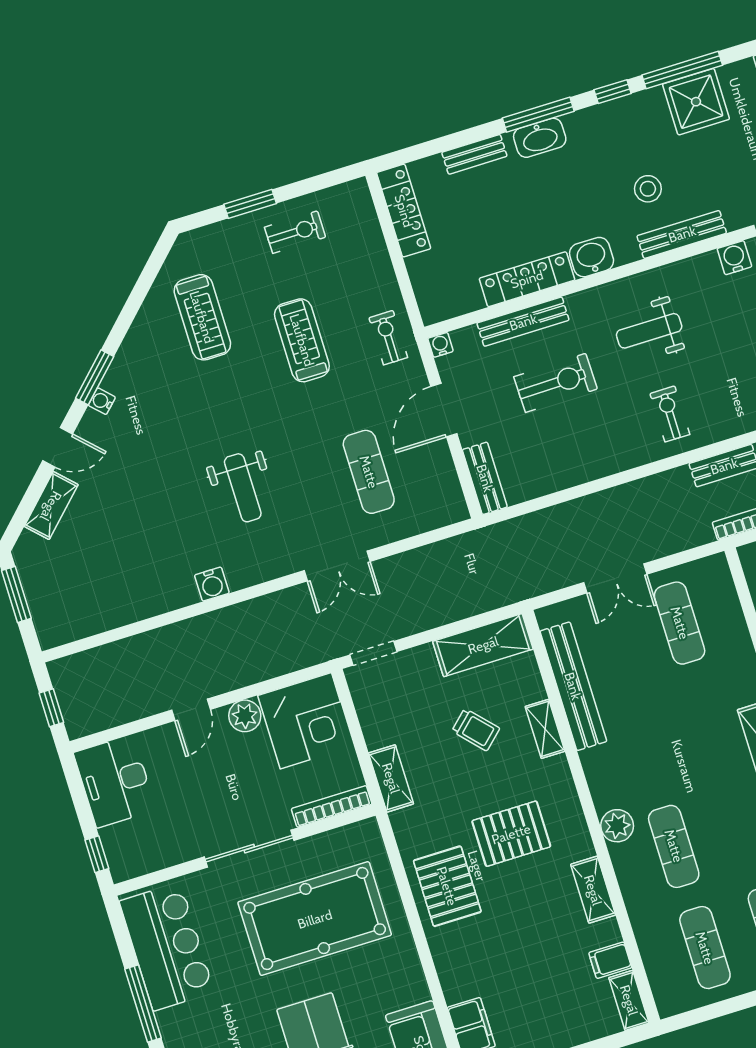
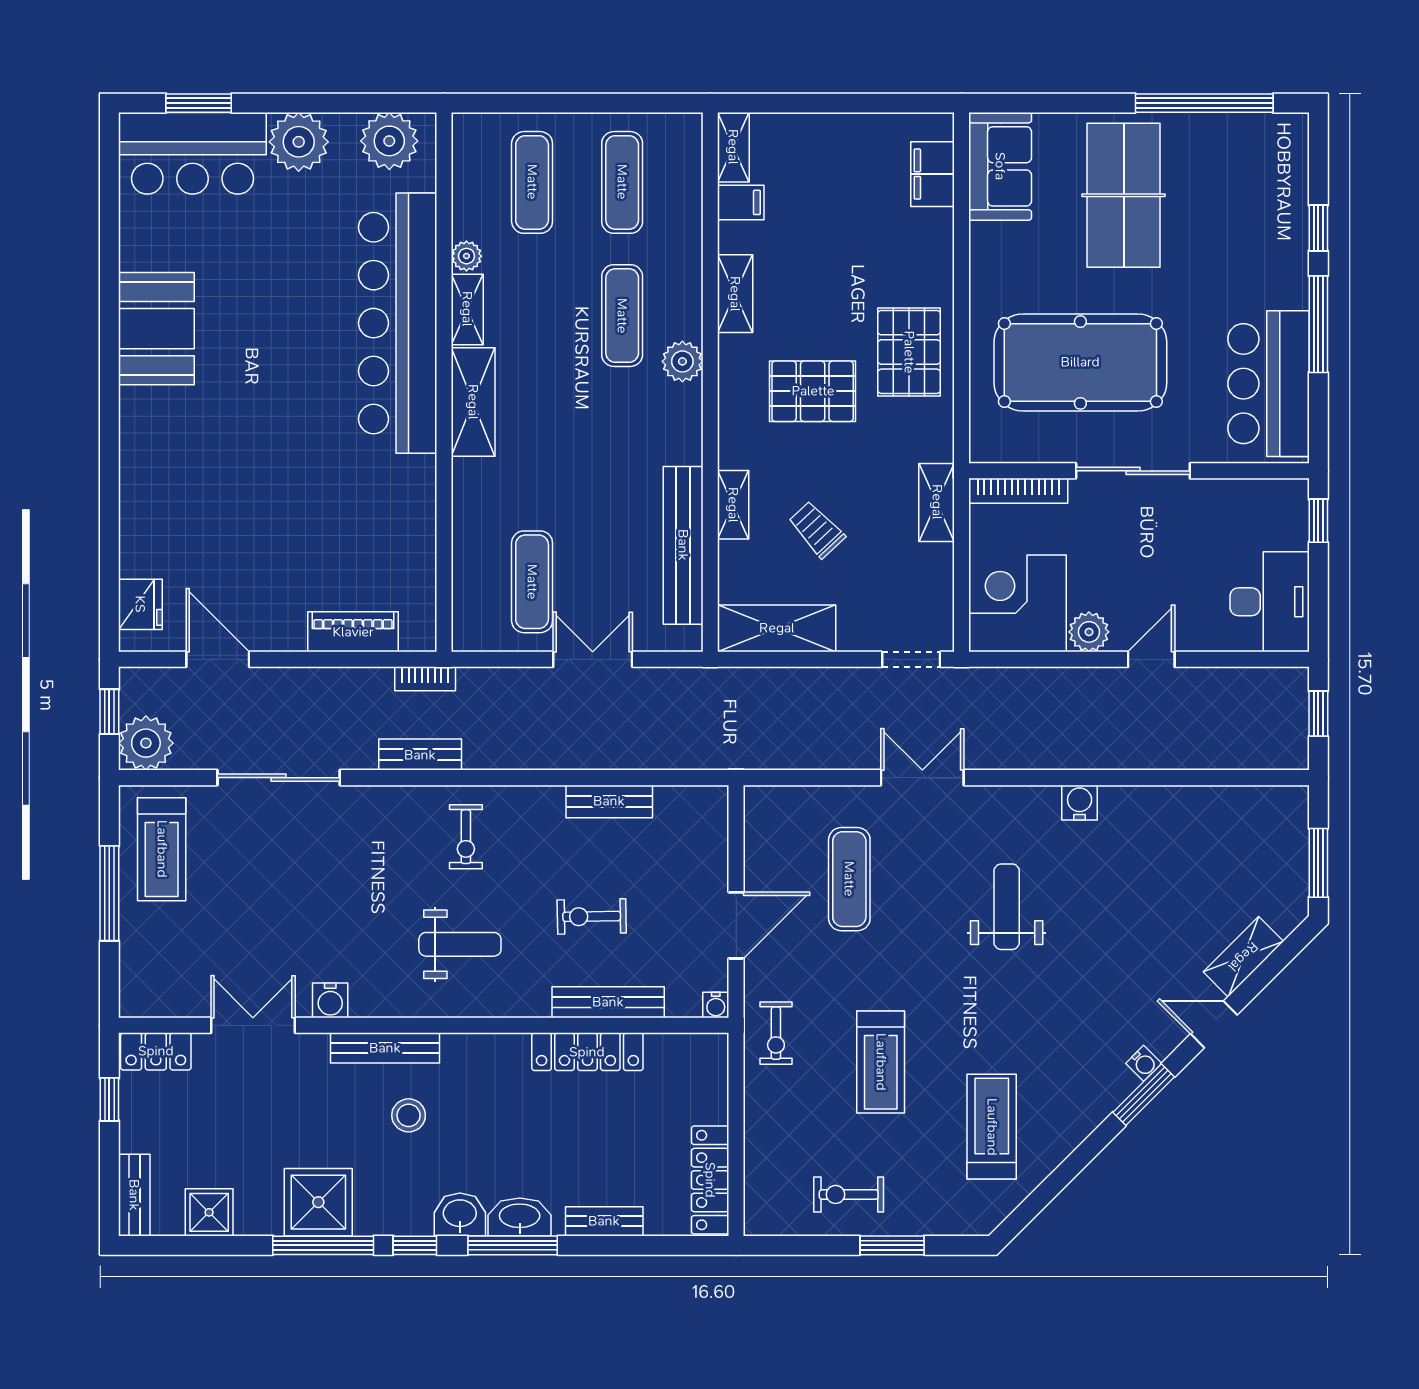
washbasin: (592, 257) -> (460, 1214), moved, turned 180
exercise bike: (556, 383) -> (592, 916), width x0.73, depth x0.72
bench: (485, 478) -> (609, 801), moved, turned 90

